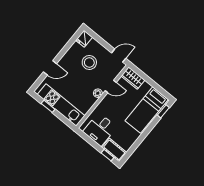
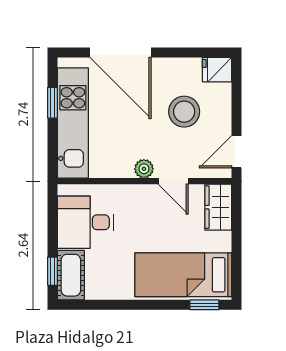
door: (119, 56) -> (237, 152), swing flipped
door: (50, 68) -> (121, 53), width x1.87

